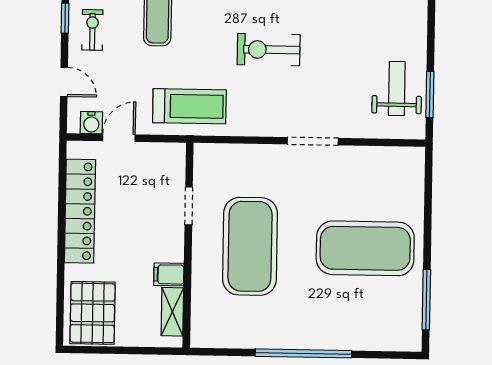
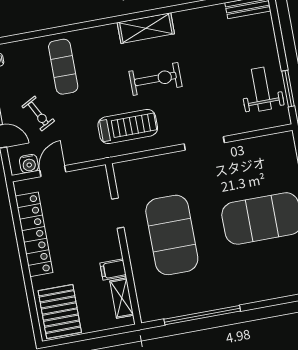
exercise bike: (92, 30) -> (38, 114), moved, turned 152
exercise bike: (269, 50) -> (155, 79), turned 180
treadmill: (189, 106) -> (128, 126), moved
window: (303, 353) -> (202, 315), moved

